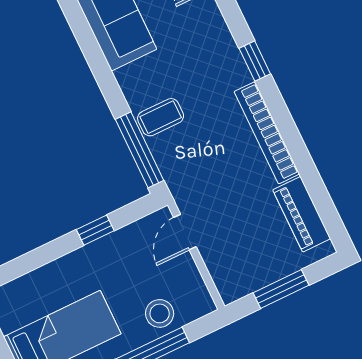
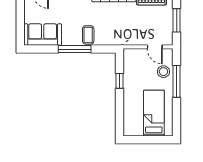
window: (140, 150) -> (75, 49), moved
door: (185, 232) -> (155, 47), moved

